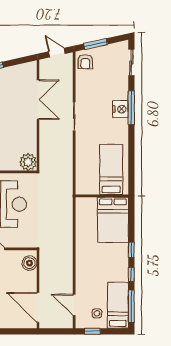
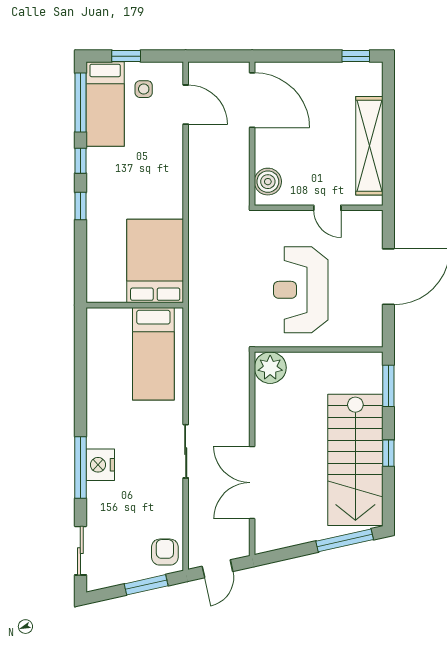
door: (57, 53) -> (217, 569), hinge flipped
bed: (111, 170) -> (153, 354), moved
bed: (113, 220) -> (155, 261), moved
window: (92, 331) -> (126, 56), moved

